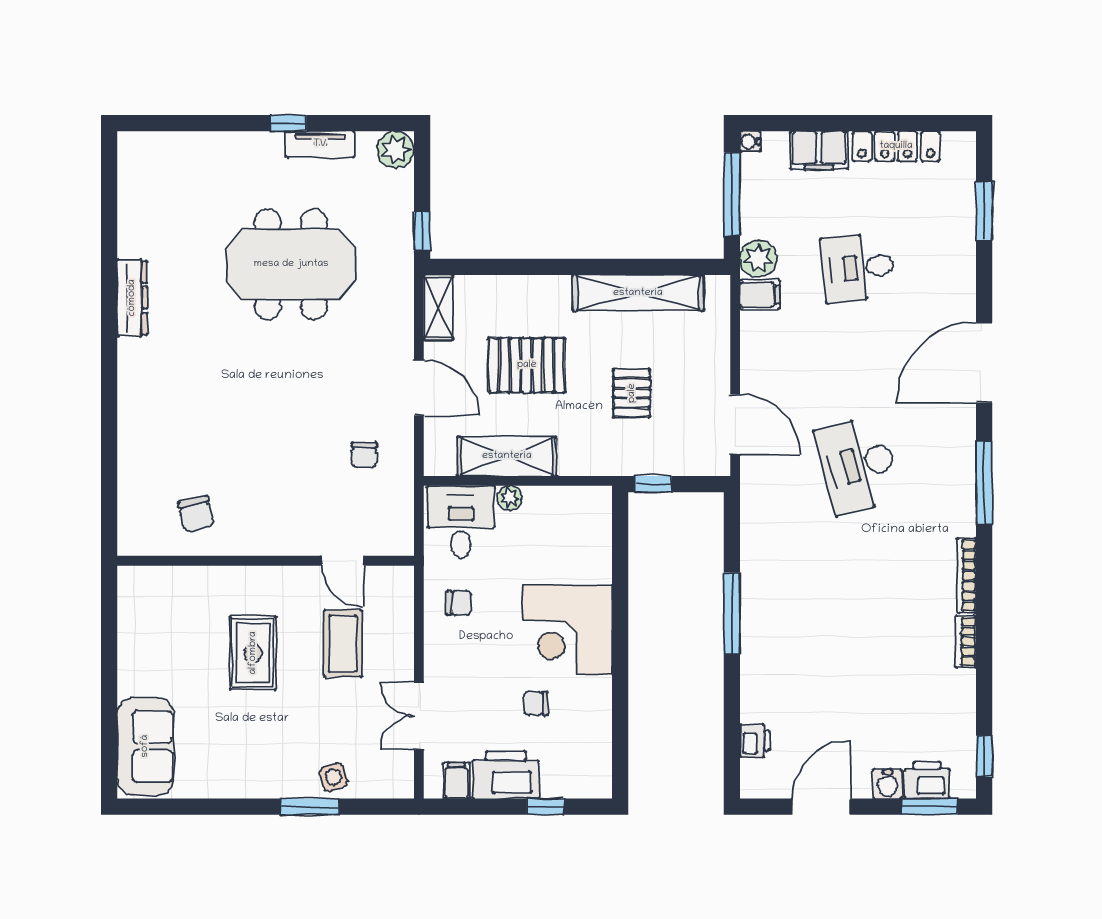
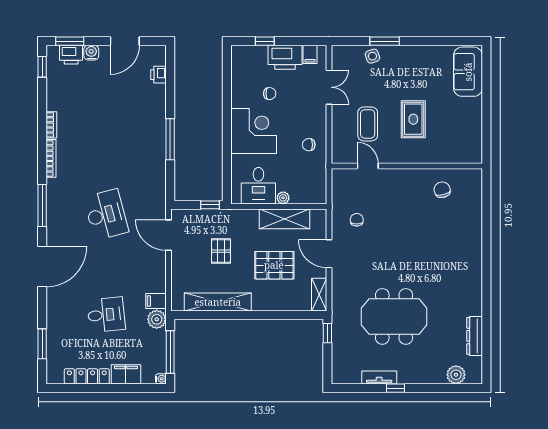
plant: (396, 150) -> (456, 375), moved
dresser: (132, 298) -> (475, 336), moved
desk: (461, 522) -> (258, 186), moved

